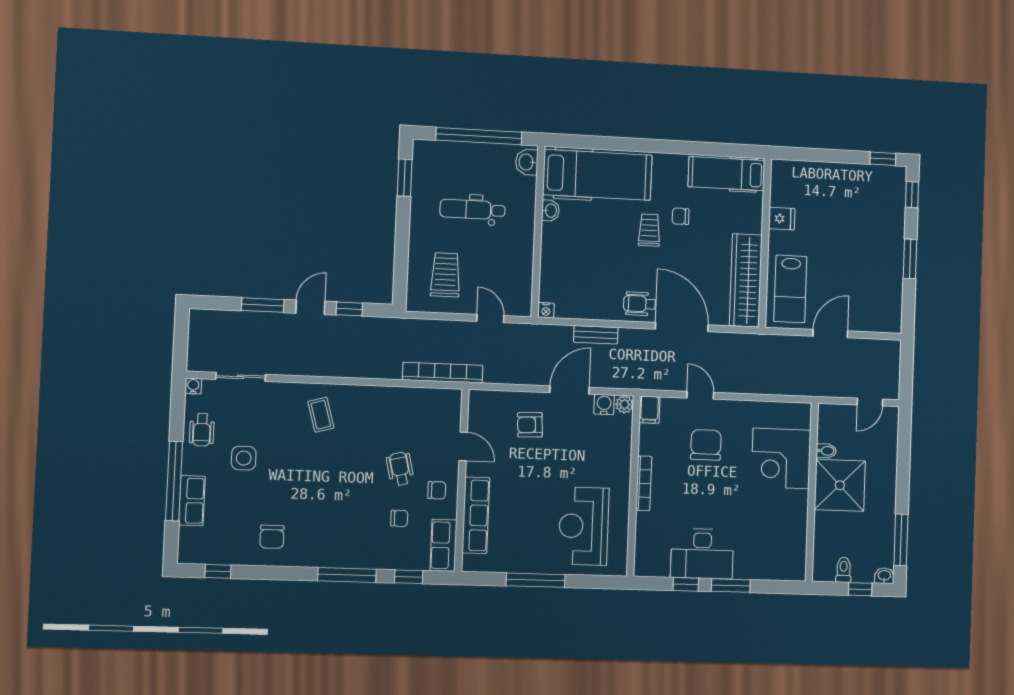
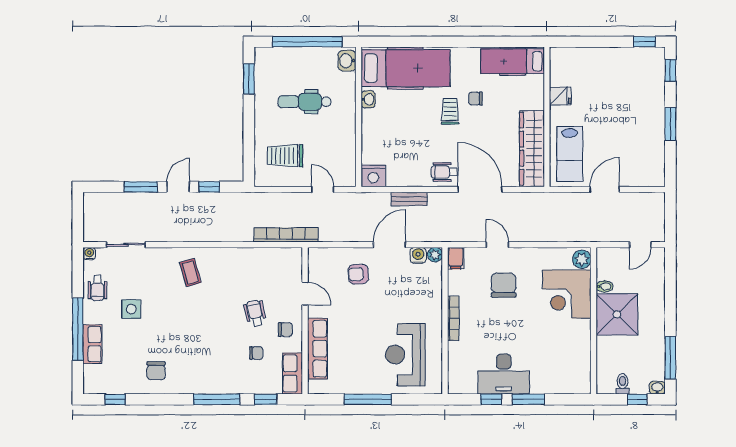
trolley: (445, 275) -> (285, 156), turned -90
nightstand: (546, 310) -> (373, 176), width x1.89, depth x1.79
plant: (800, 417) -> (582, 259), added

